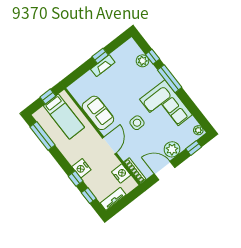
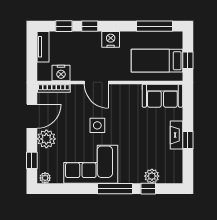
sofa: (98, 113) -> (162, 96), moved
nightstand: (81, 168) -> (111, 39), moved

